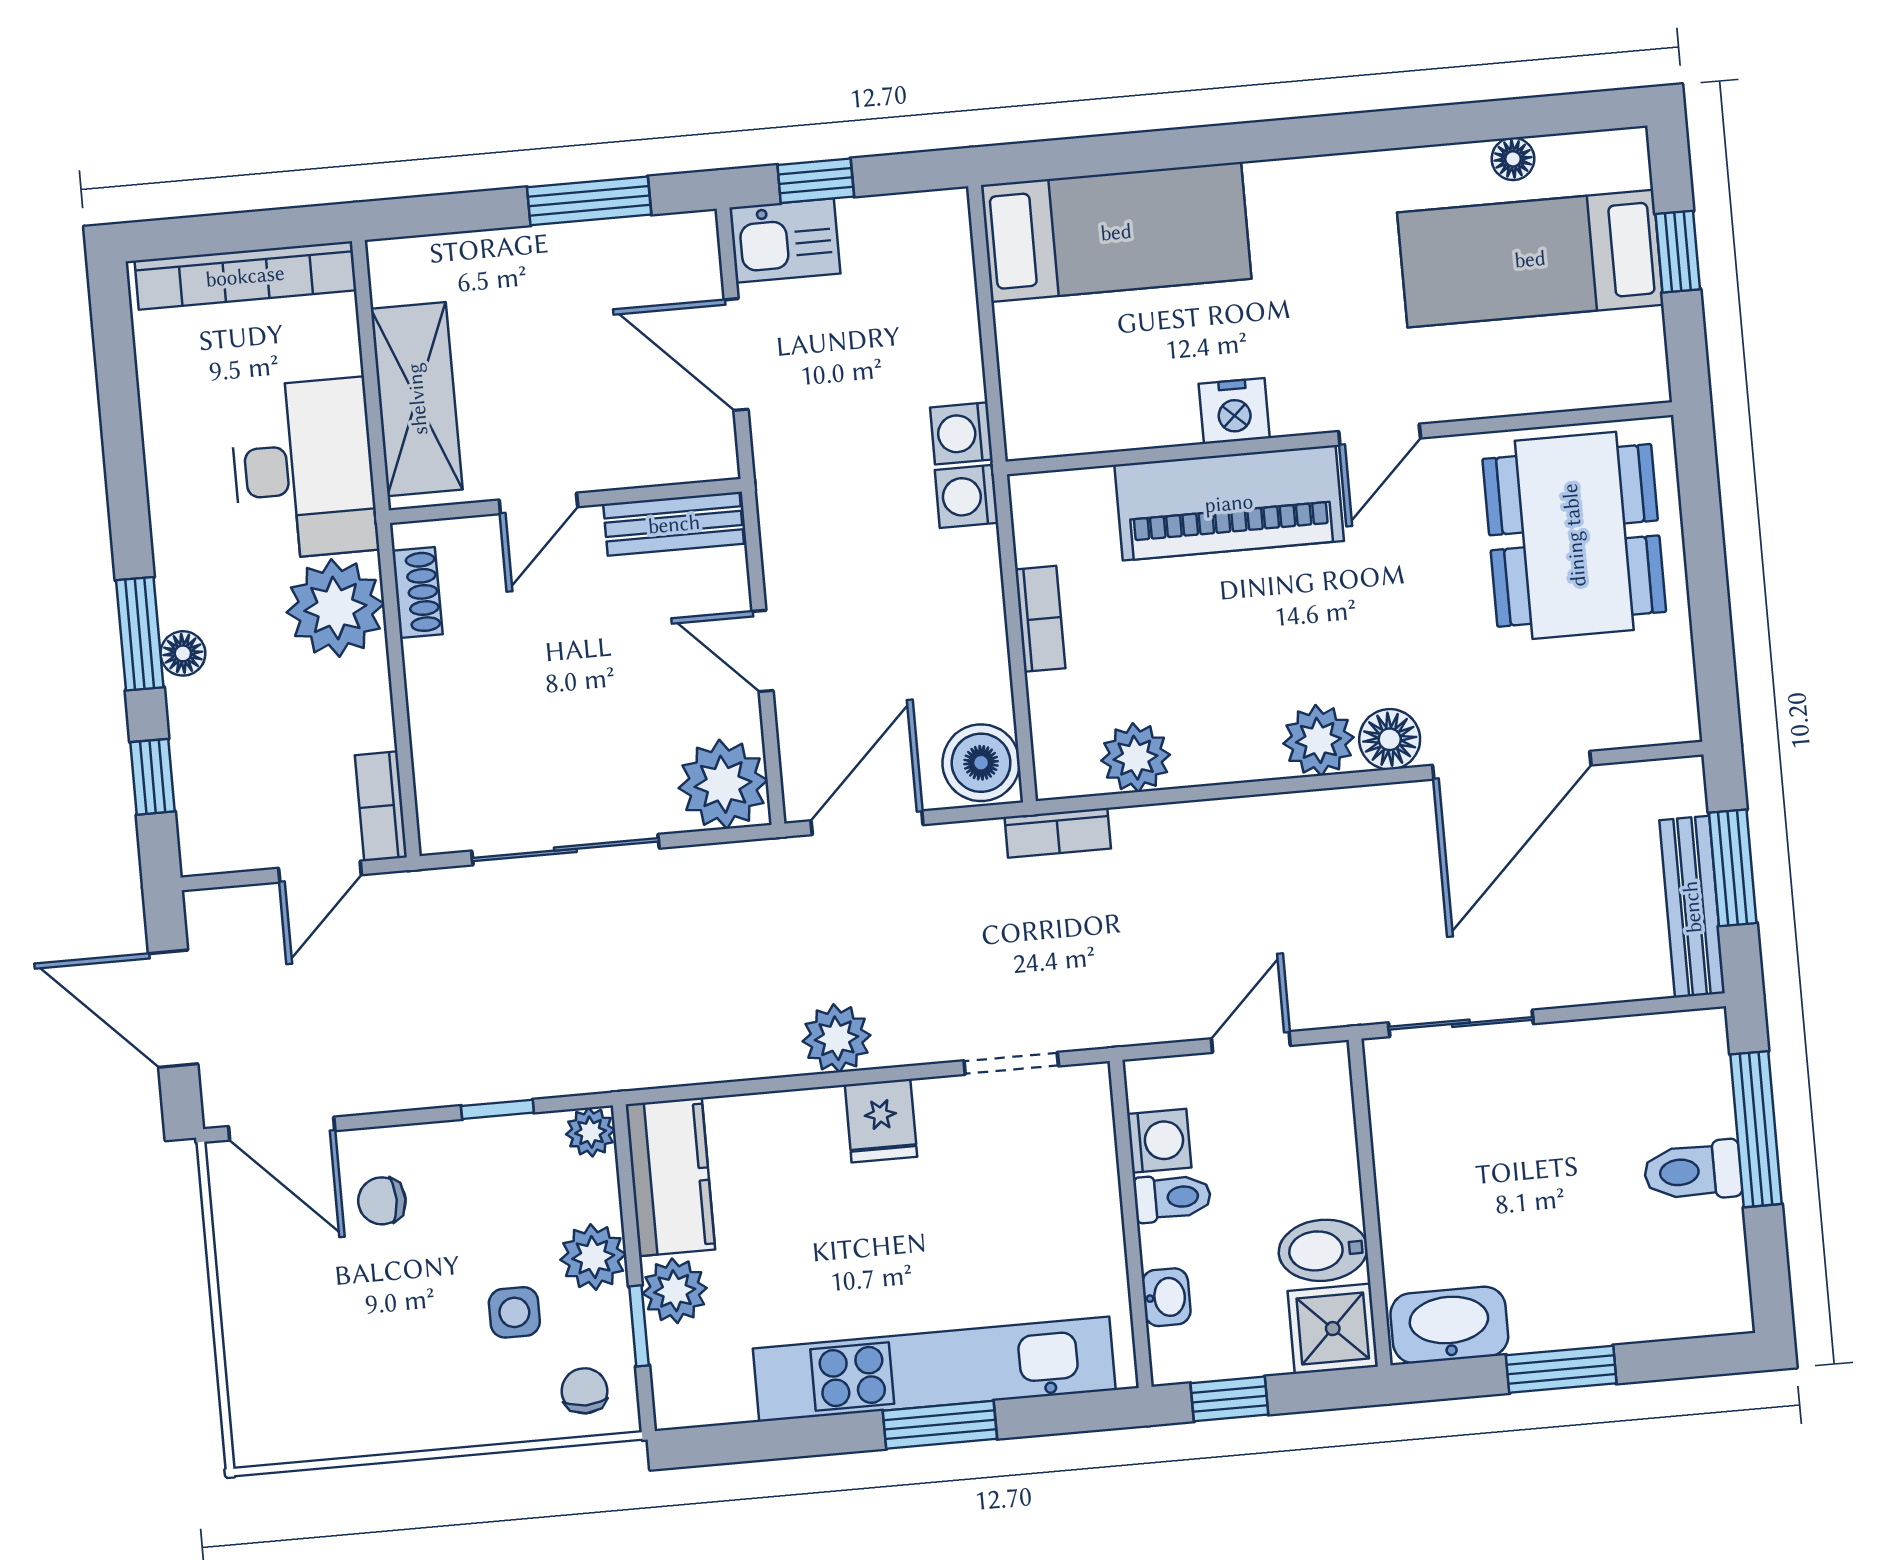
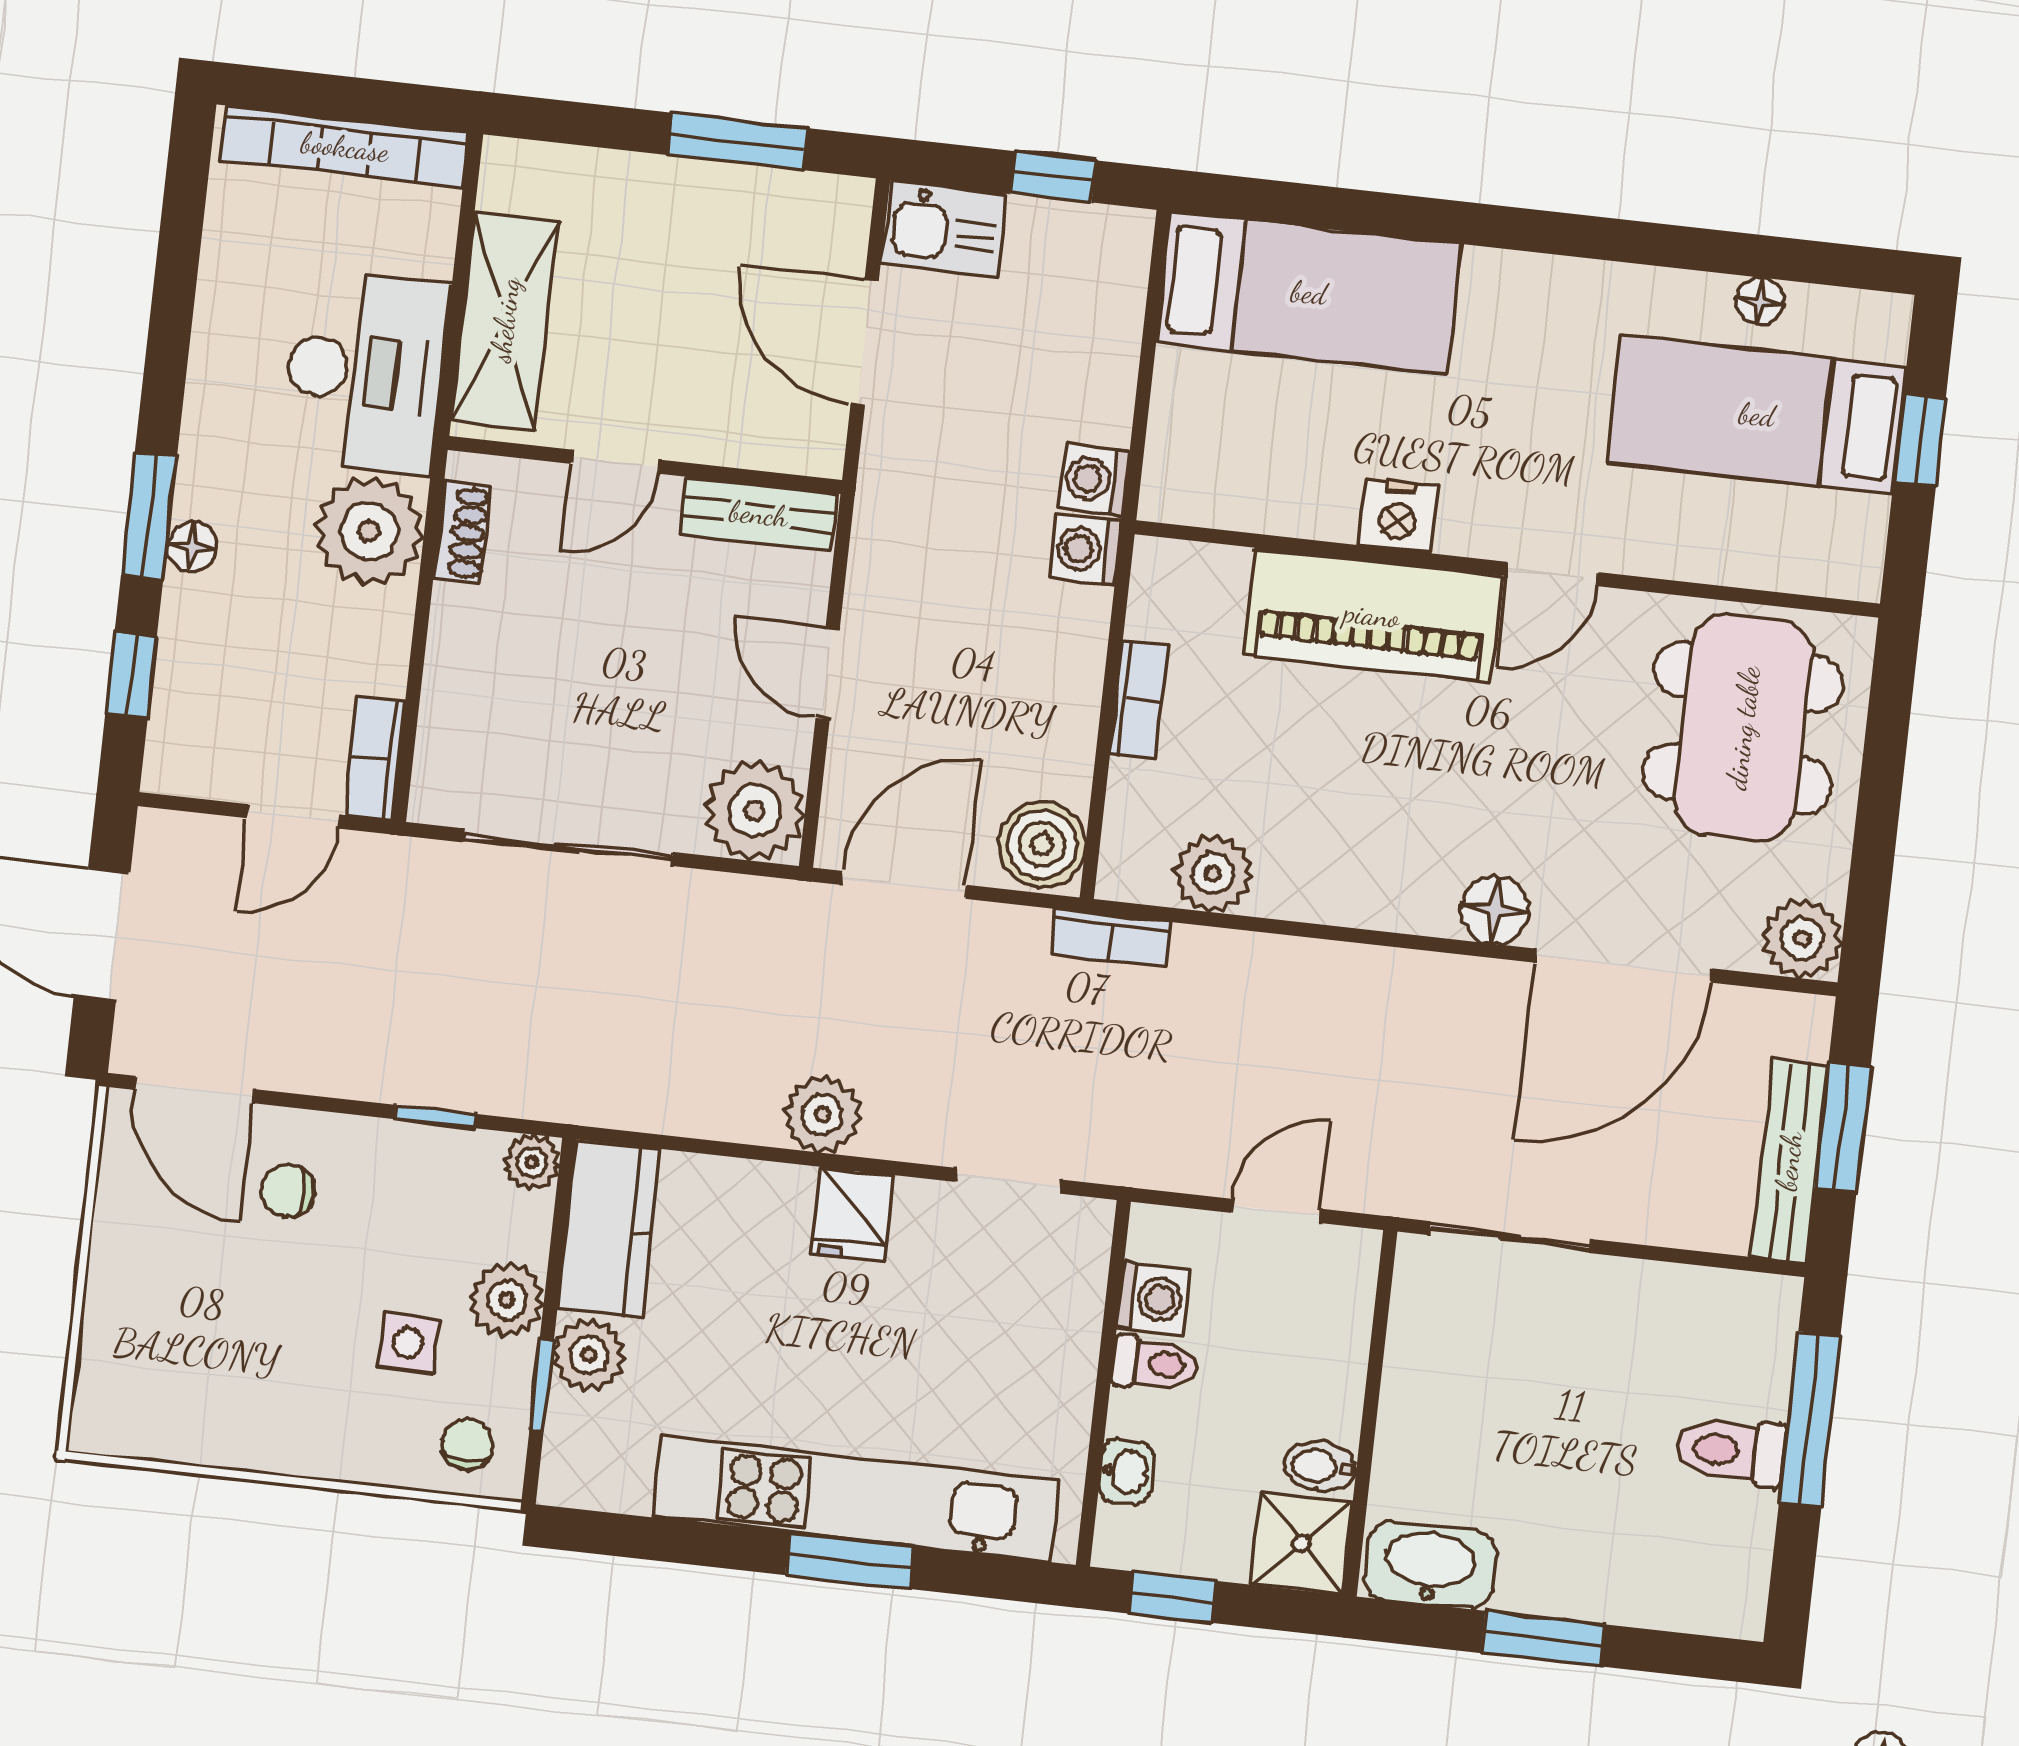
window: (816, 181) -> (1053, 177), moved
plant: (1319, 740) -> (1802, 939), moved
bidet: (1323, 1250) -> (1320, 1466), width x0.72, depth x0.74

